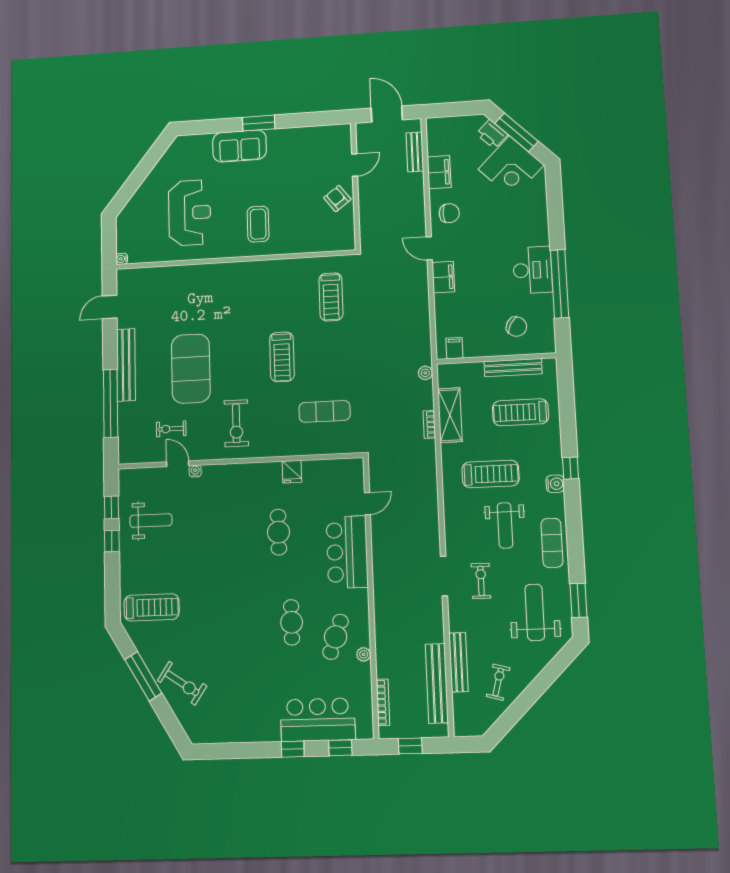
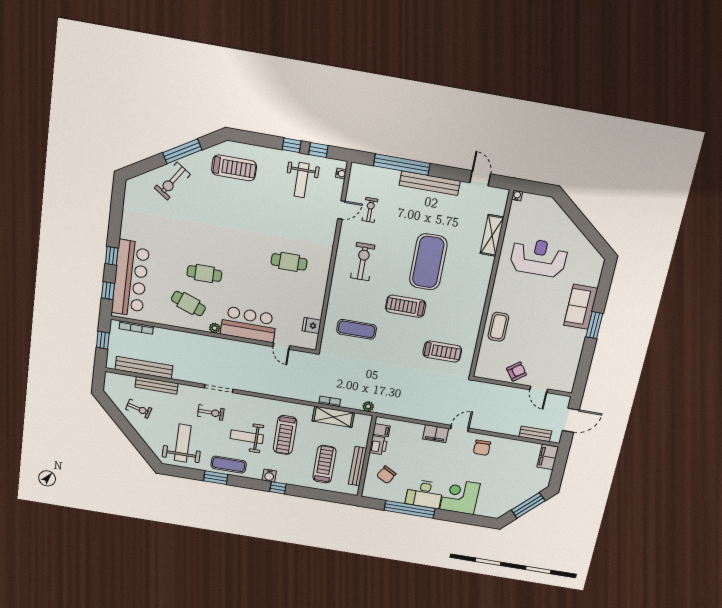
printer: (492, 134) -> (378, 445), moved, turned 135
corner desk: (511, 167) -> (460, 496), moved, turned 45
filing cabinet: (439, 172) -> (548, 457), moved, turned 90
reception desk: (190, 213) -> (539, 257), turned 180
coffee table: (258, 224) -> (498, 327), moved, turned 90
shelving: (174, 275) -> (492, 235), added
treadmill: (331, 297) -> (442, 352), turned 180
exercise mat: (191, 369) -> (428, 262), moved, turned 90
exercise mat: (325, 411) -> (357, 329), turned 90
exercise bike: (236, 423) -> (363, 262), turned 90
water cooler: (195, 471) -> (341, 174), moved
fridge: (292, 472) -> (312, 325), moved
cafe table: (278, 532) -> (289, 262), moved
window: (578, 600) -> (216, 478), moved
treadmill: (152, 607) -> (234, 168), turned -90
weight bench: (535, 612) -> (183, 443), turned -90
plant: (364, 654) -> (215, 328), moved
bar counter: (318, 720) -> (130, 278), width x1.36

